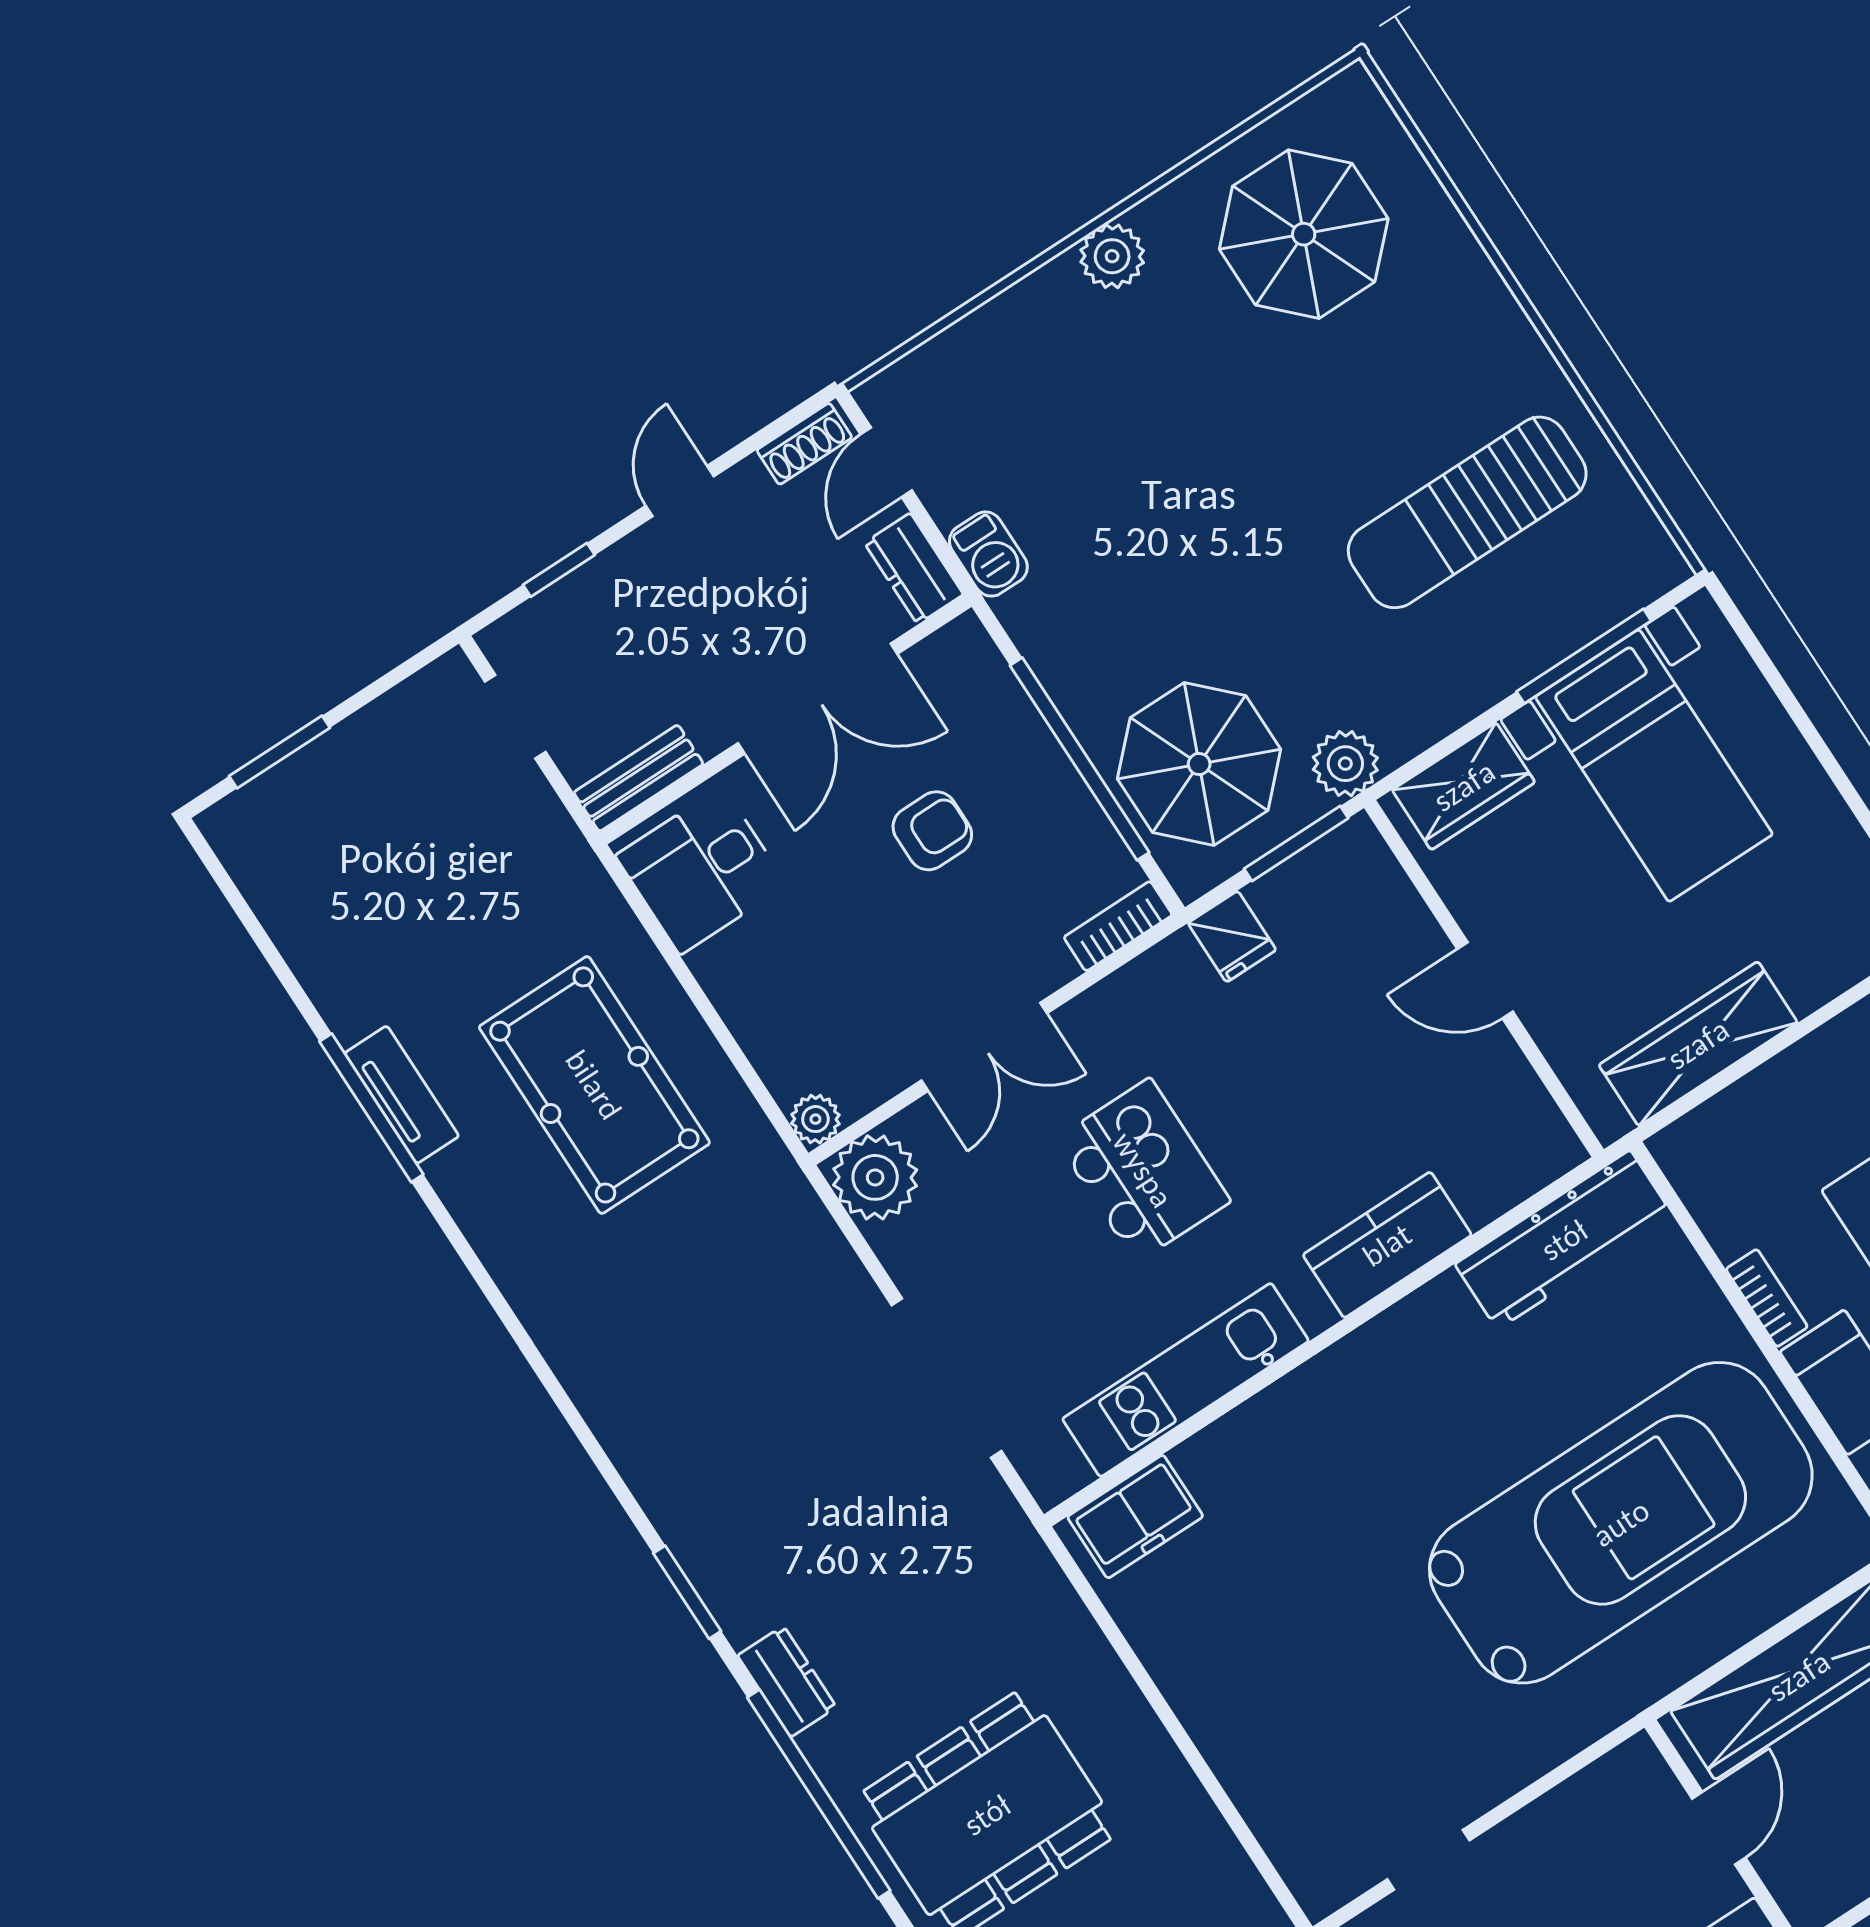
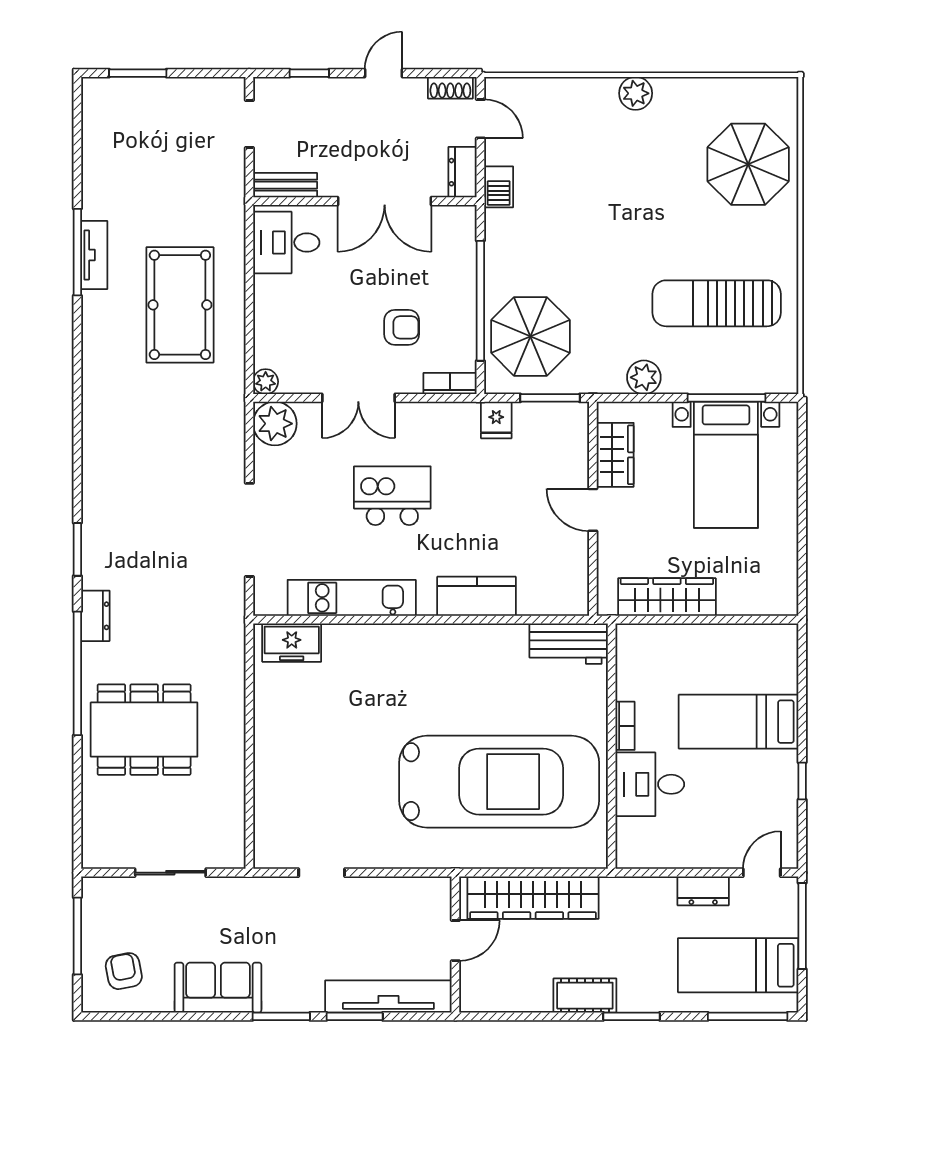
parasol: (1304, 234) -> (748, 164), moved
door: (886, 462) -> (480, 119), swing flipped
plant: (1345, 764) -> (644, 377), moved
wardrobe: (1464, 786) -> (615, 455), moved, turned -90
armchair: (932, 831) -> (402, 327), moved
kitchen island: (1143, 1170) -> (392, 496), turned -90
workbench: (1564, 1240) -> (569, 644), width x0.73

